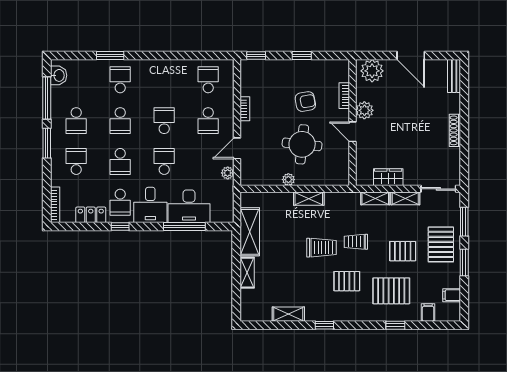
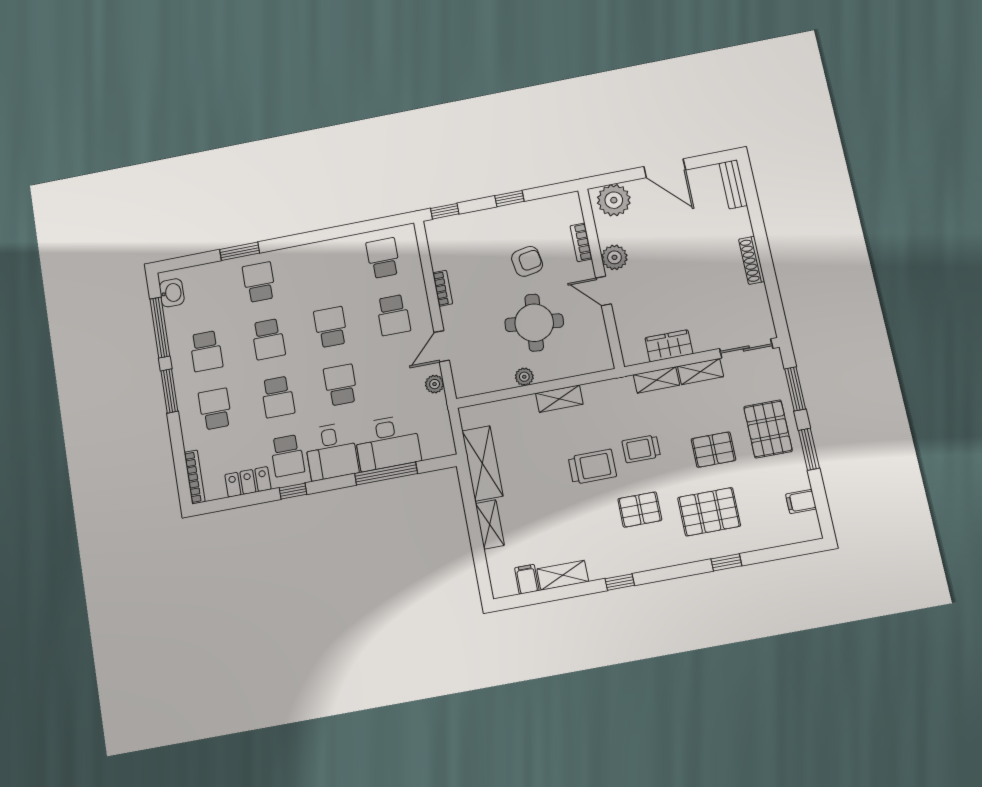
filing cabinet: (428, 312) -> (527, 579), moved

